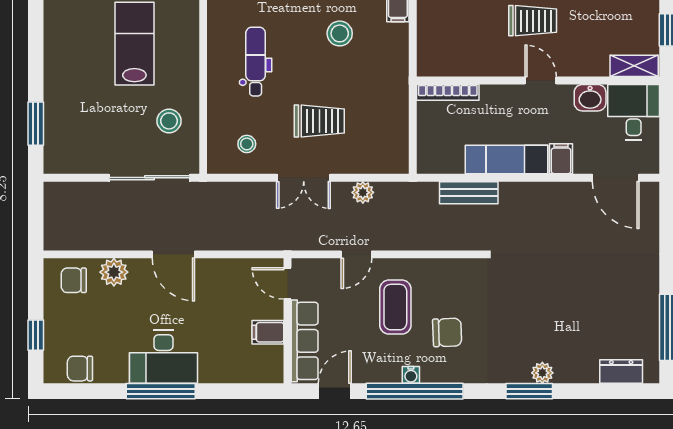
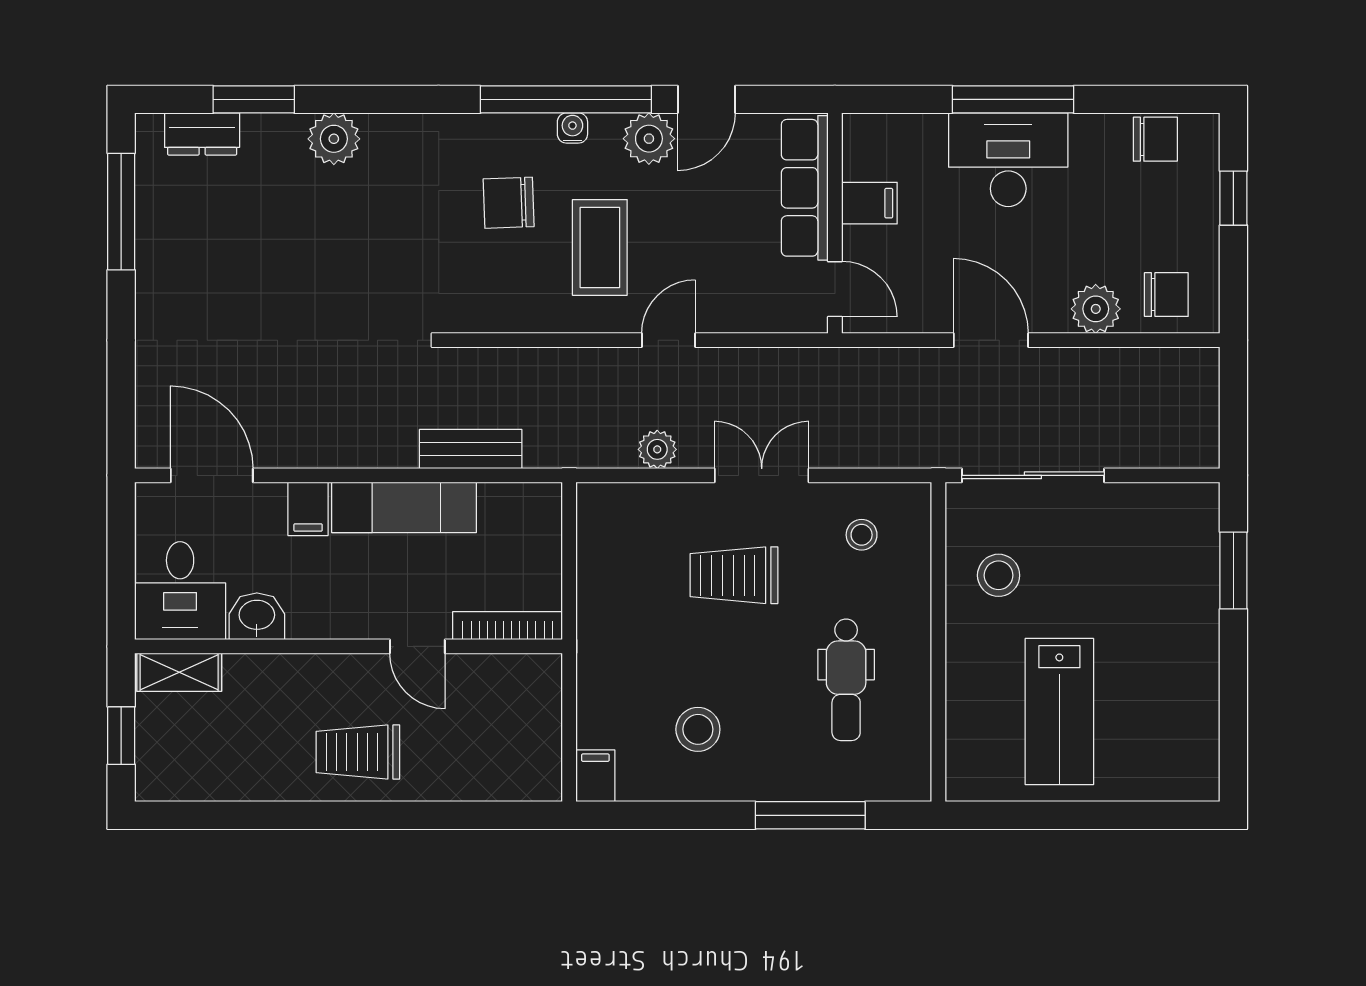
door: (541, 81) -> (417, 646), moved
door: (288, 283) -> (835, 289), moved
wall: (288, 321) -> (835, 223), moved
filing cabinet: (268, 332) -> (869, 203), moved
row of seats: (305, 341) -> (805, 188), moved
plant: (367, 369) -> (649, 139), added
plant: (542, 373) -> (334, 139), width x1.38, depth x1.38
window: (529, 391) -> (254, 99), moved

